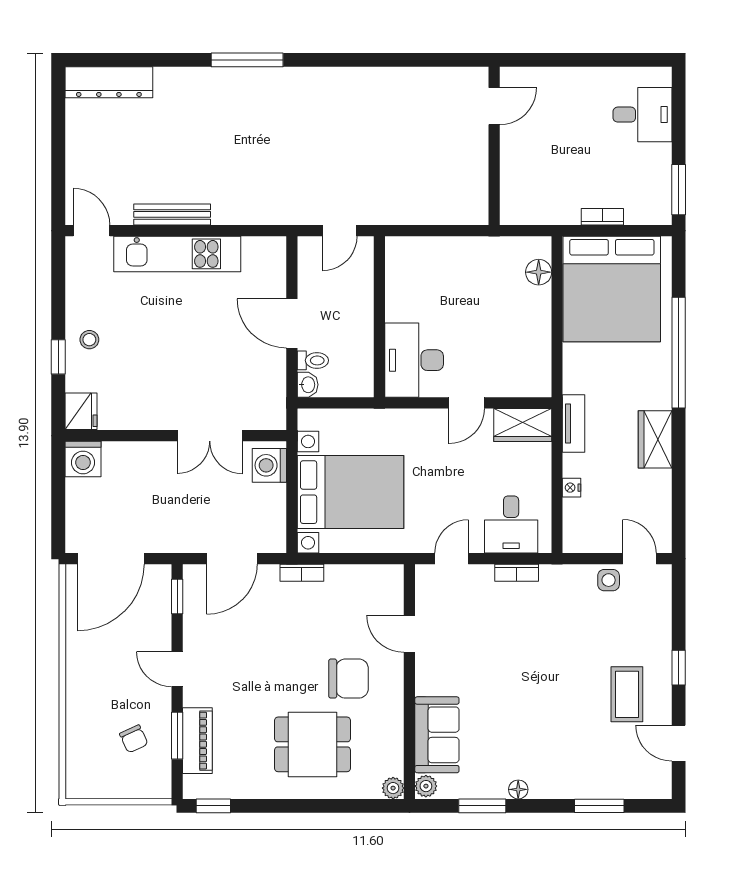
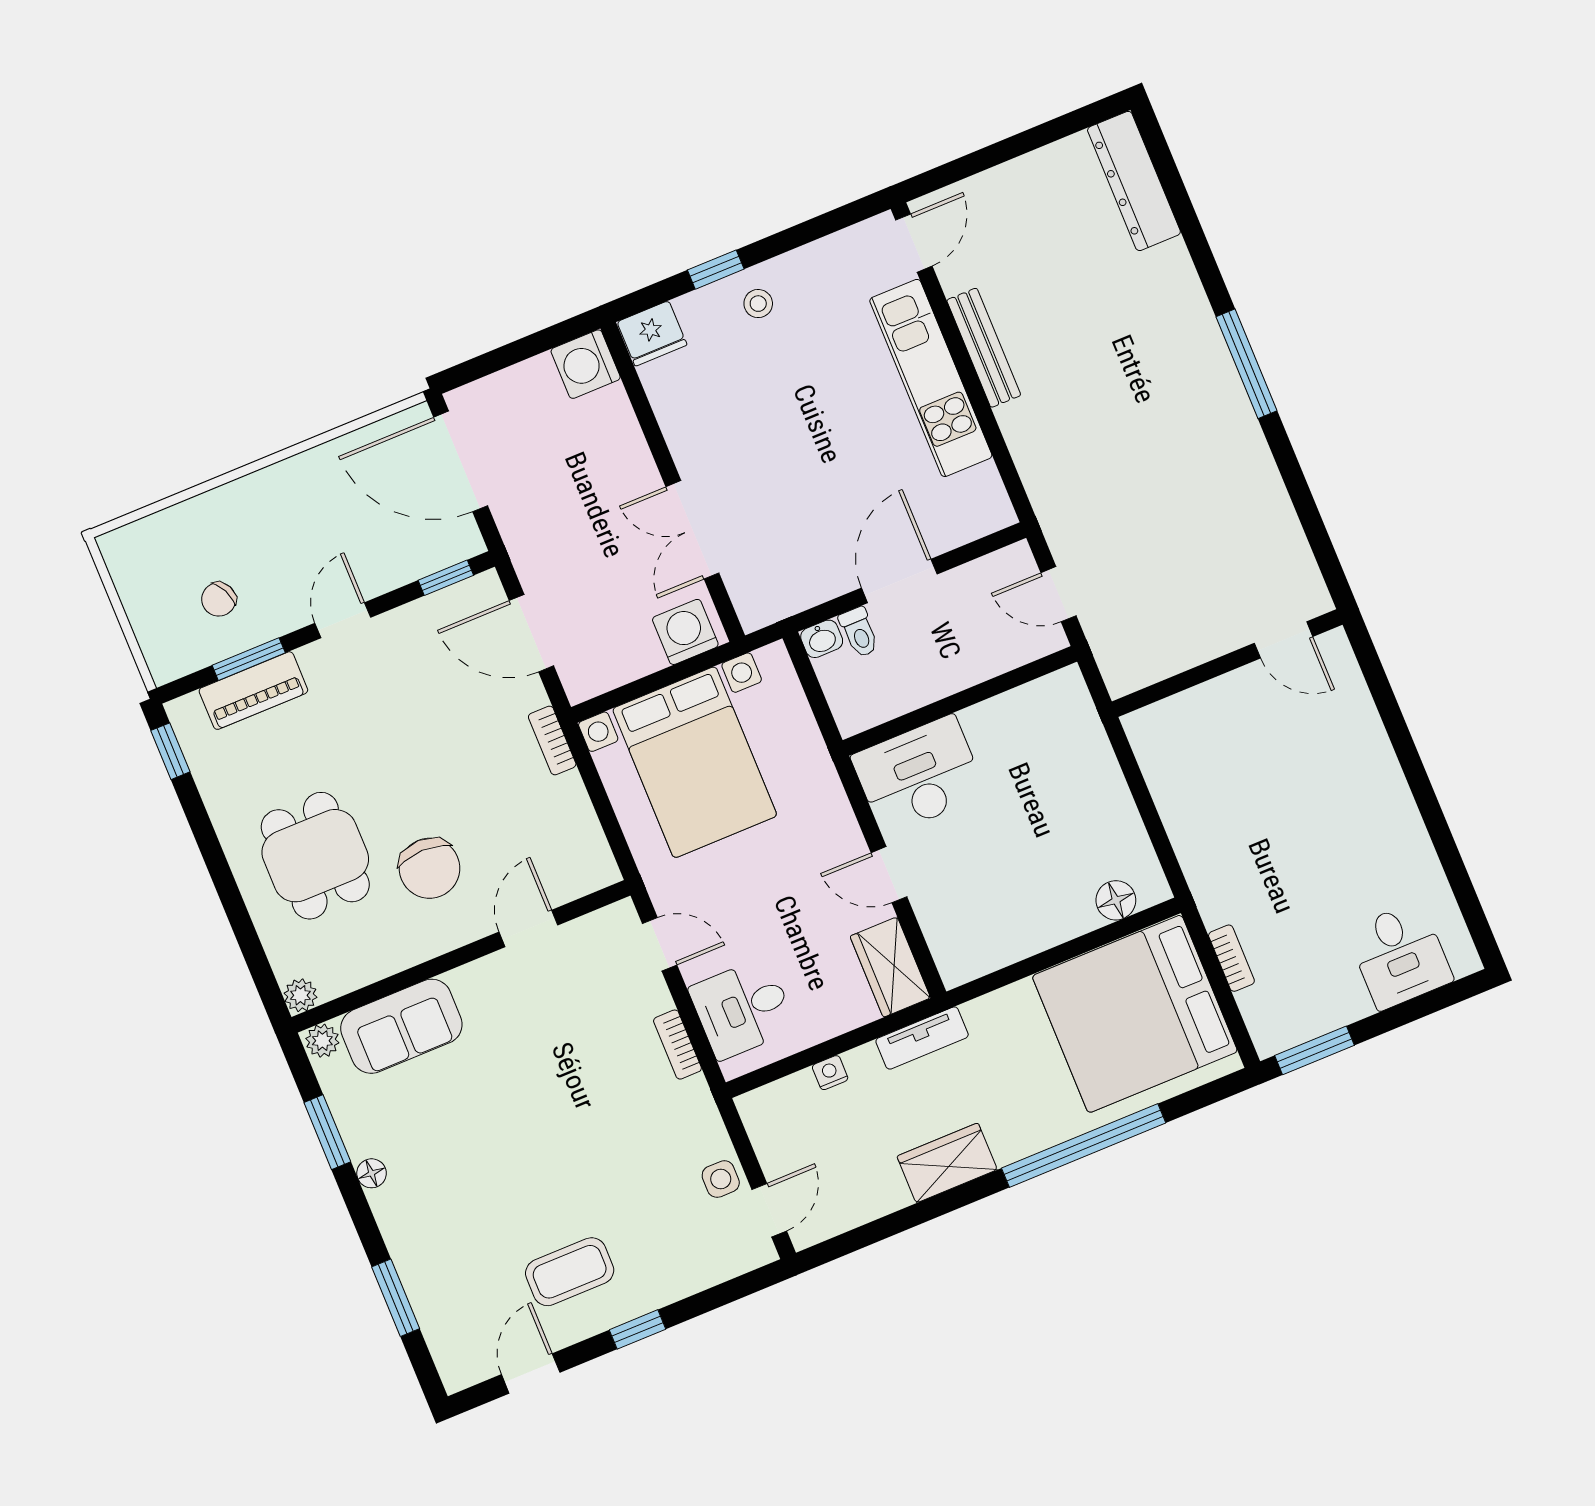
door: (494, 106) -> (1284, 640), moved
wall: (494, 146) -> (1227, 663), moved

